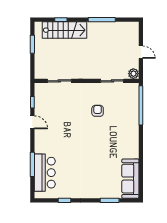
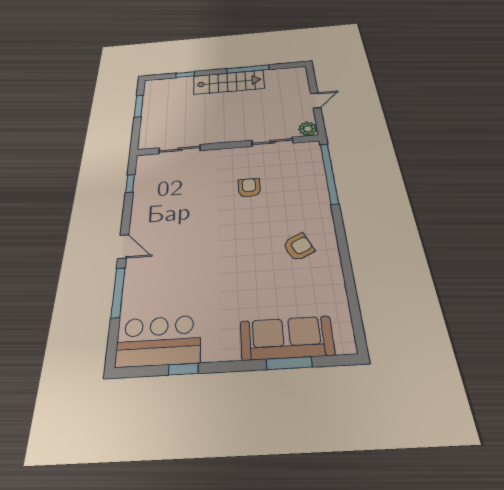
stairs: (64, 30) -> (229, 82), moved
door: (141, 52) -> (316, 100), hinge flipped
door: (32, 122) -> (123, 247), moved
armchair: (120, 147) -> (298, 247), added
bar counter: (45, 173) -> (158, 341), moved, turned -90
sofa: (130, 179) -> (287, 338), moved, turned 90

